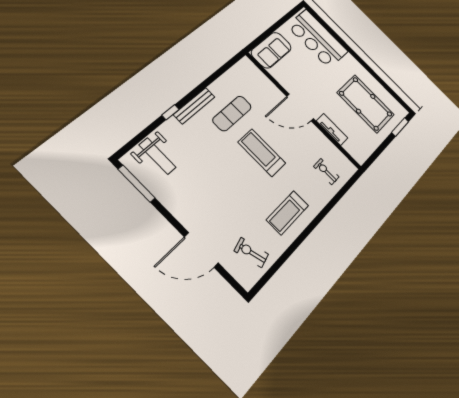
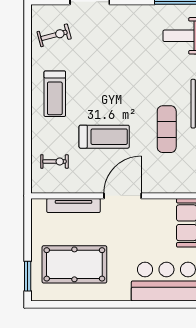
tv unit: (332, 129) -> (74, 205), width x1.41
treadmill: (262, 153) -> (104, 137), moved
treadmill: (287, 213) -> (55, 94), turned 180

